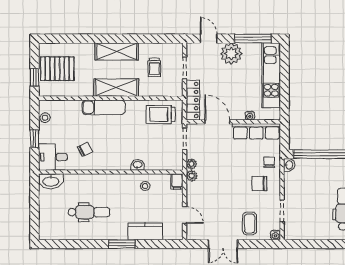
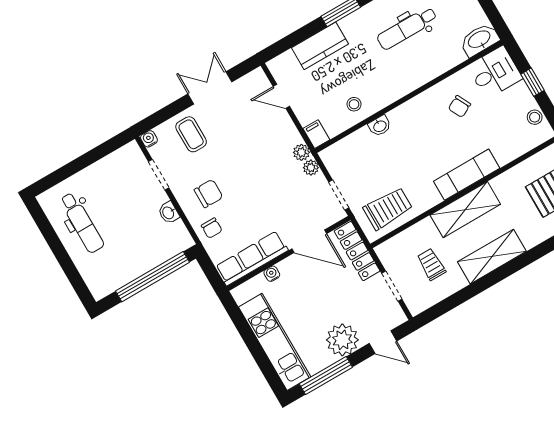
washbasin: (289, 165) -> (169, 213), moved

